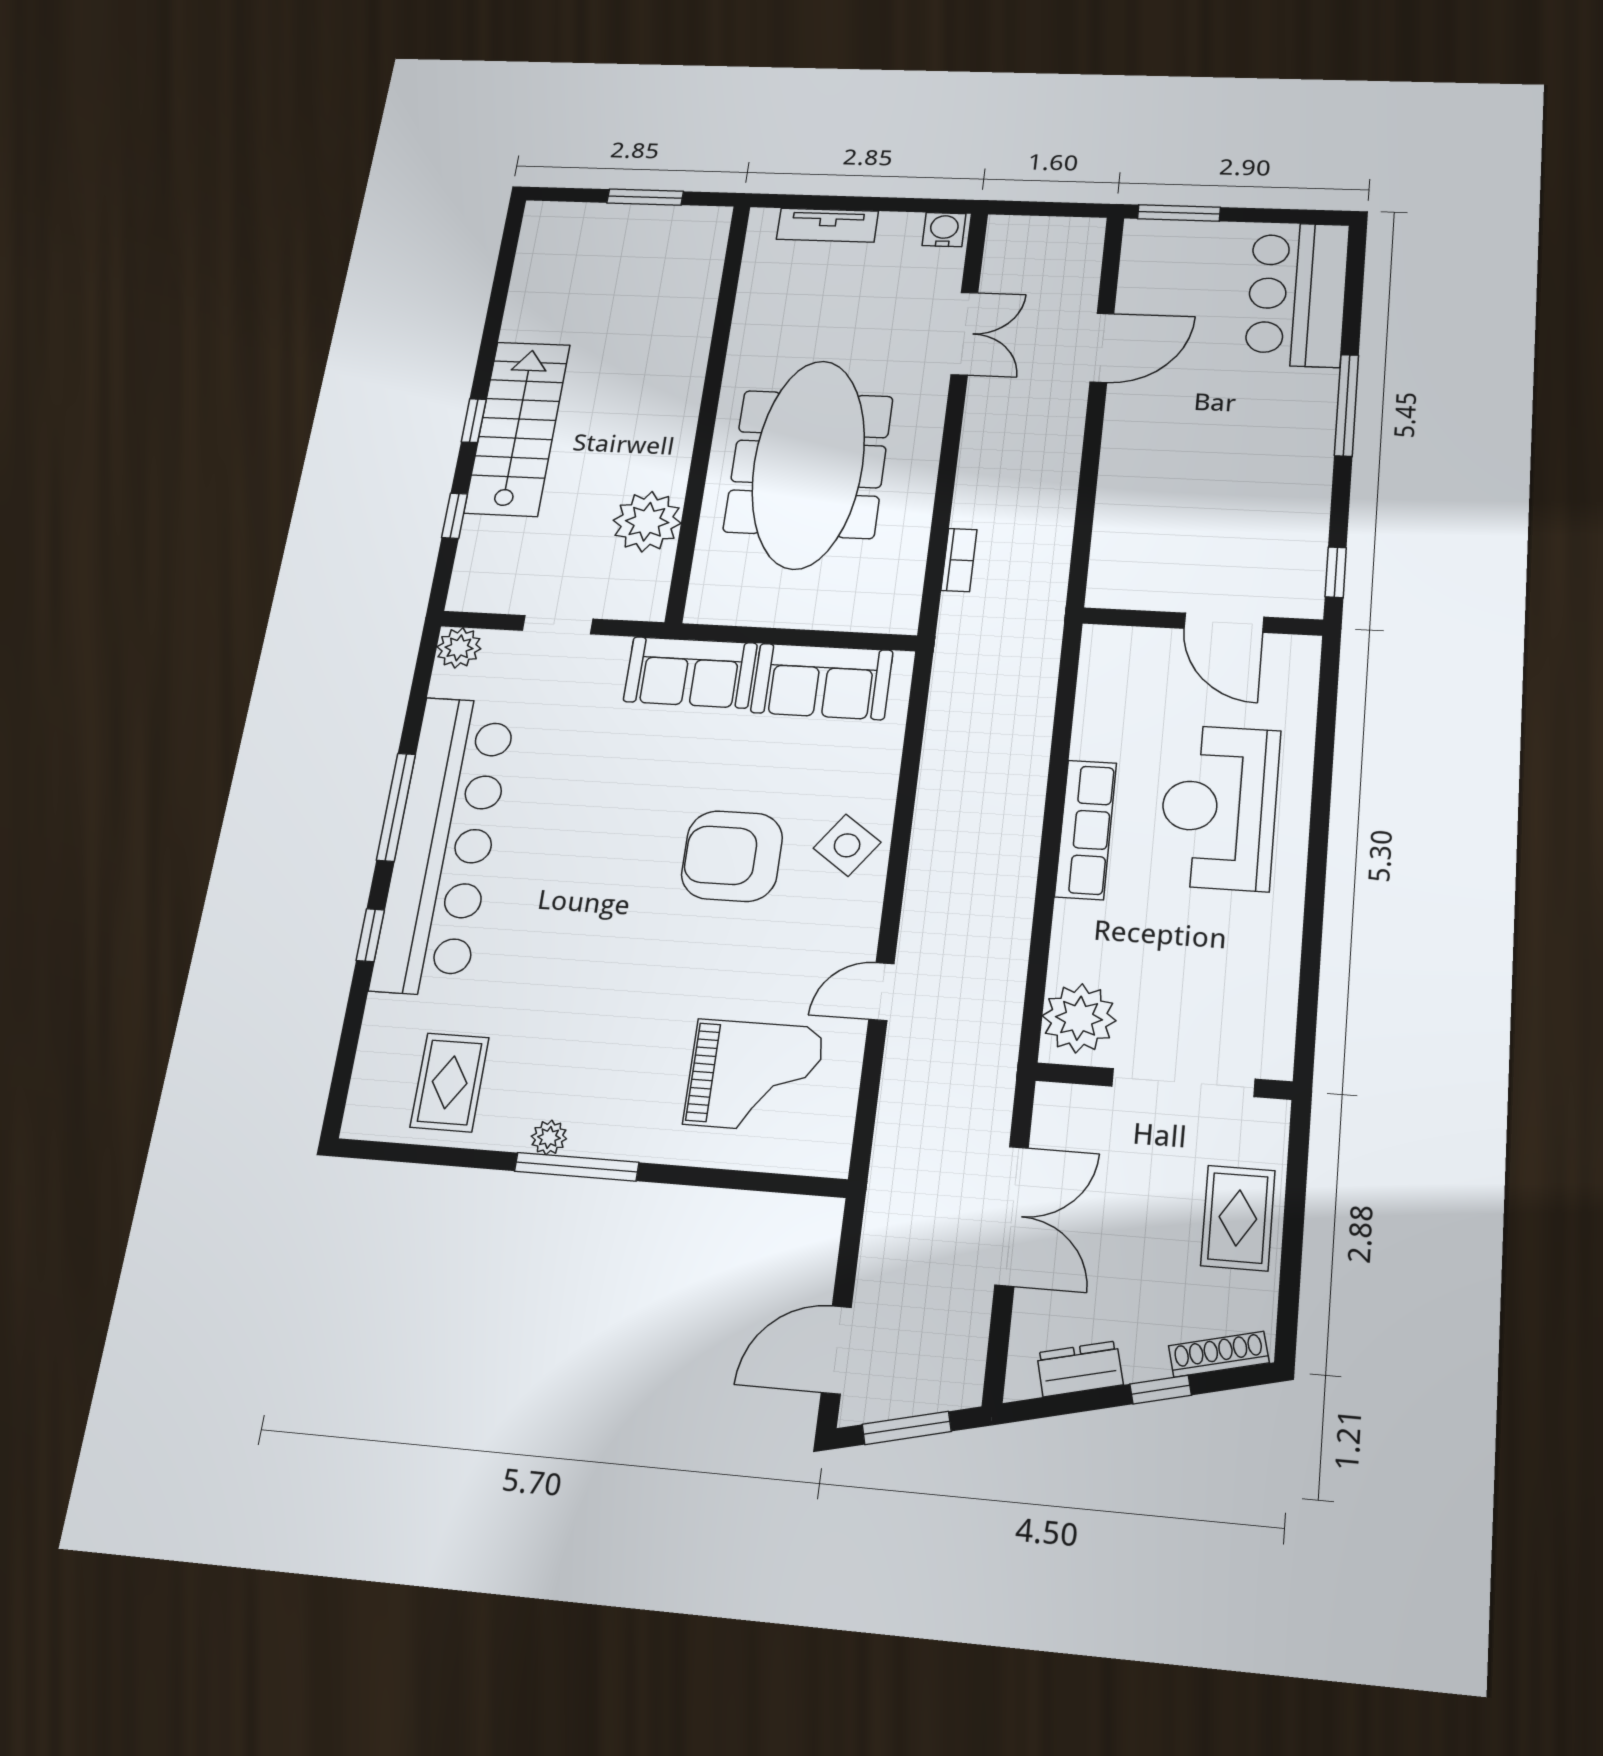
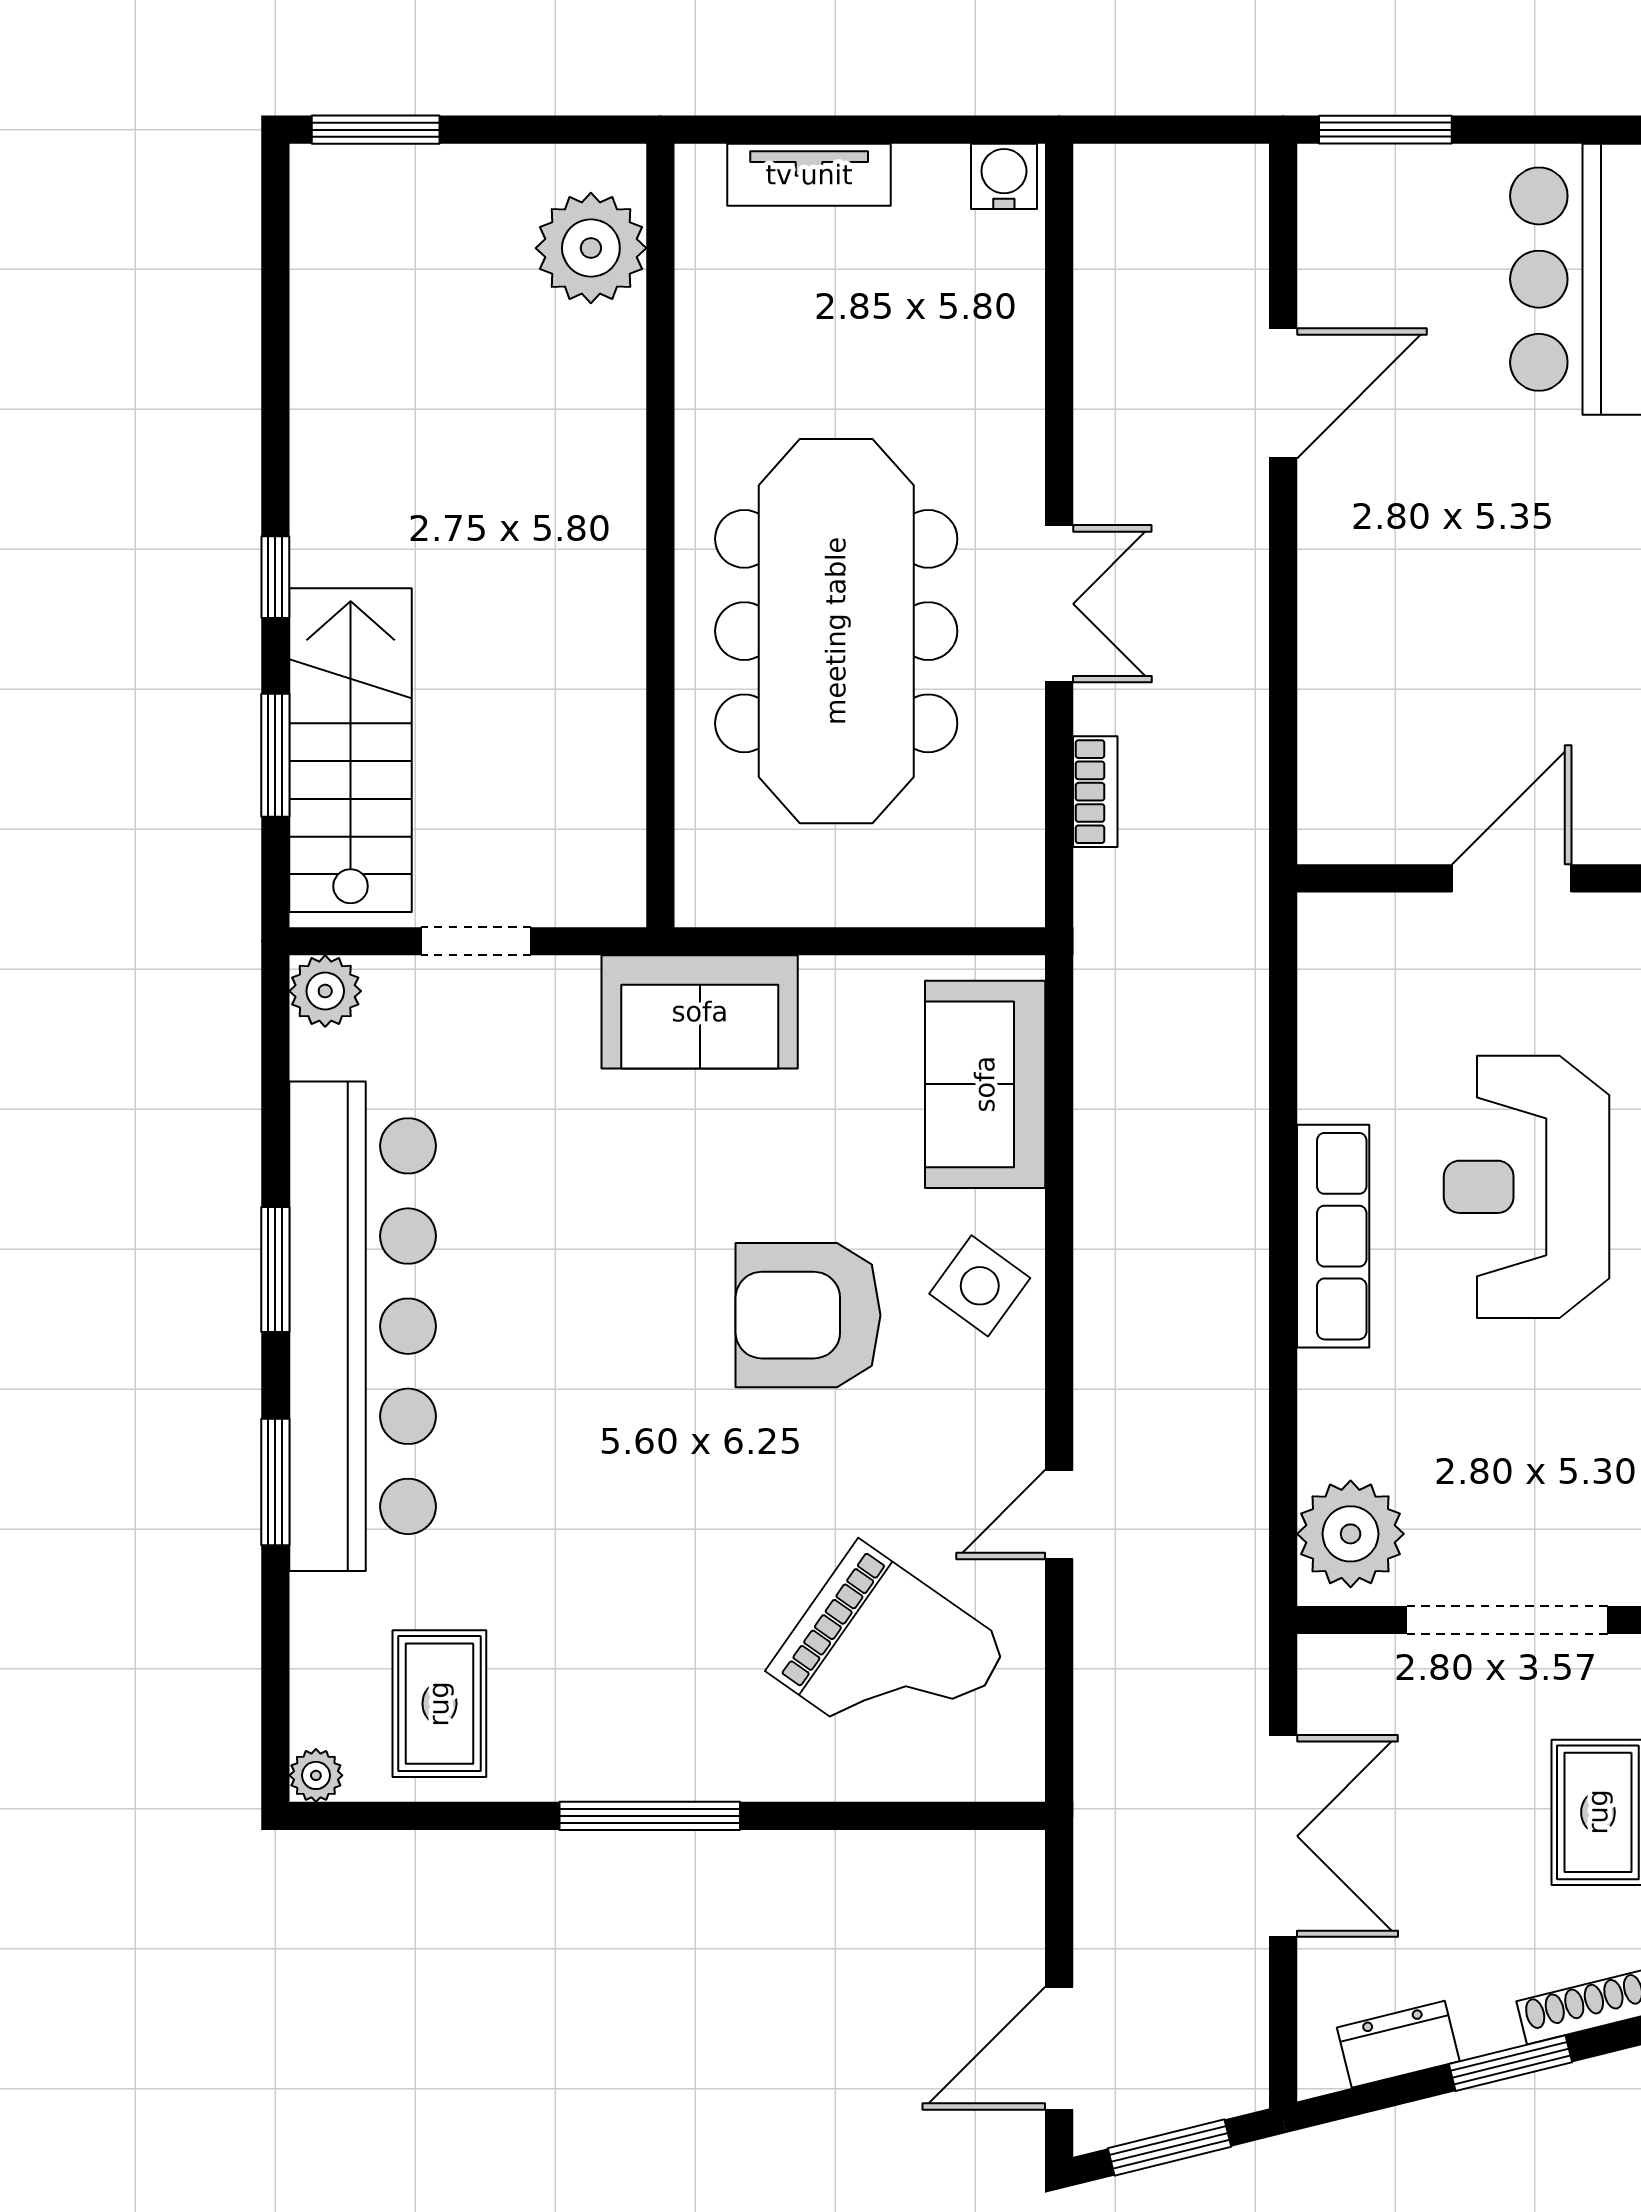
window: (645, 197) -> (376, 130), moved
double door: (964, 334) -> (1059, 604), moved
stairs: (517, 428) -> (351, 750), moved
window: (455, 516) -> (275, 755), width x1.50
plant: (647, 522) -> (591, 248), moved
door: (1224, 623) -> (1512, 878), swing flipped
sofa: (822, 681) -> (985, 1084), moved, turned 90
window: (396, 807) -> (275, 1270), width x0.69
window: (370, 935) -> (275, 1482), width x1.50
grand piano: (754, 1076) -> (889, 1658), turned 35
plant: (549, 1137) -> (316, 1775), moved
window: (1161, 1390) -> (1511, 2063), width x1.50

